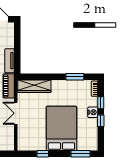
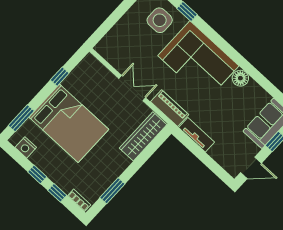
nightstand: (93, 112) -> (26, 147), moved

